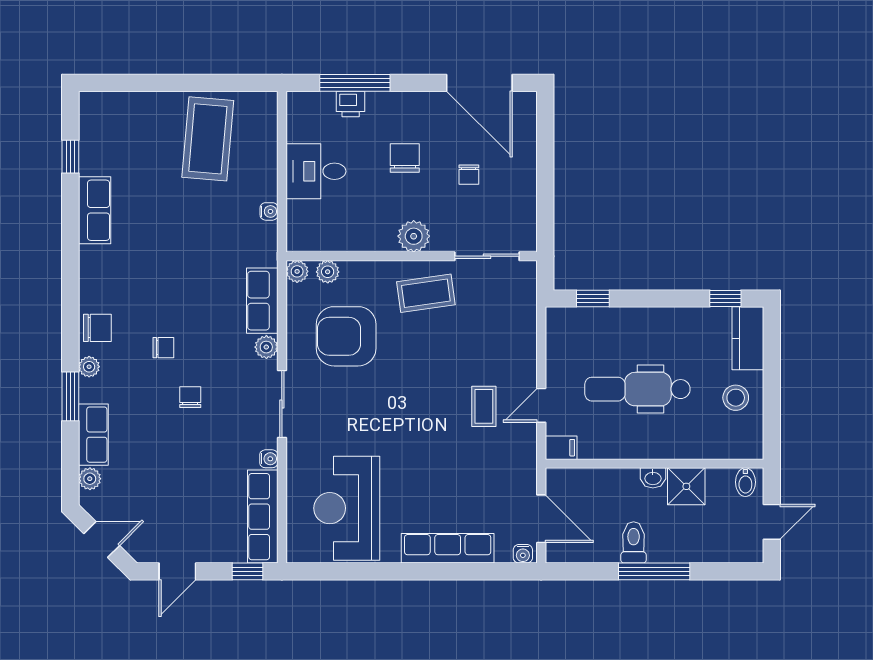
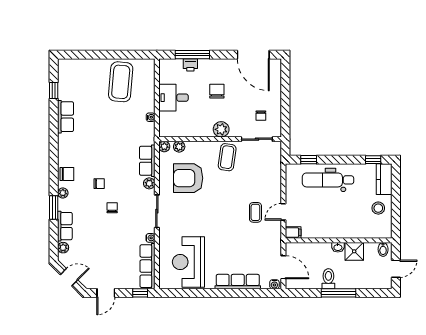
chair: (469, 175) -> (261, 116), moved
coffee table: (426, 293) -> (227, 157), turned -74
dental chair: (637, 389) -> (328, 180), moved

